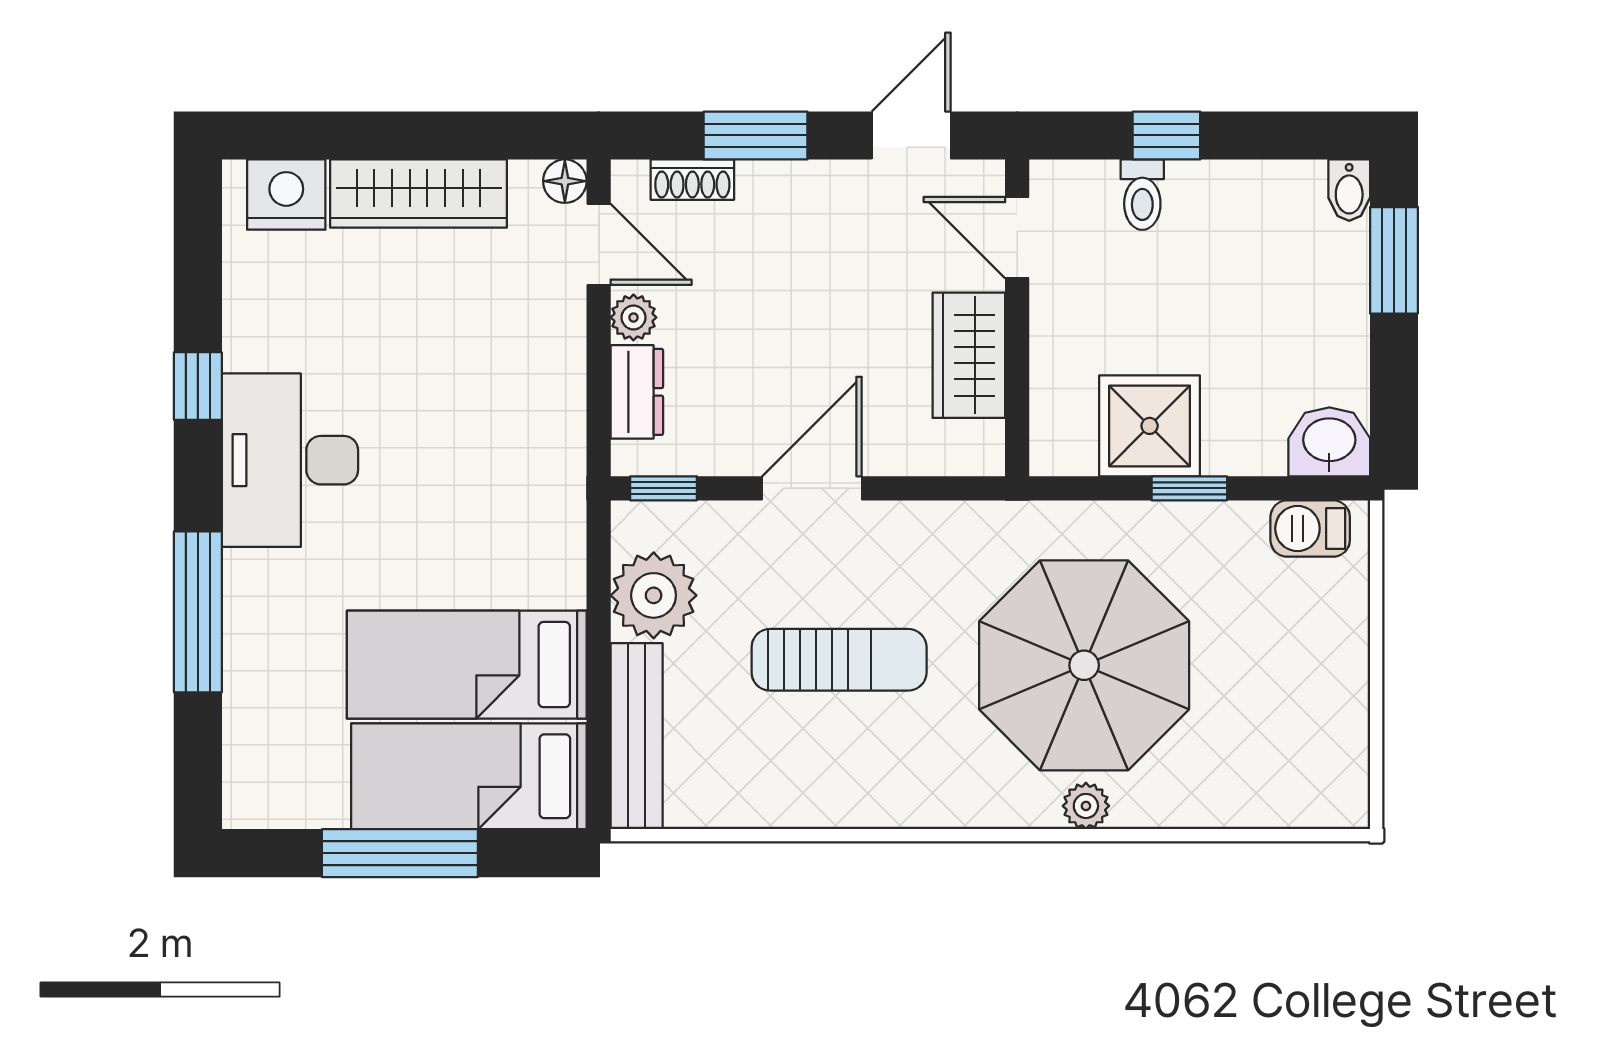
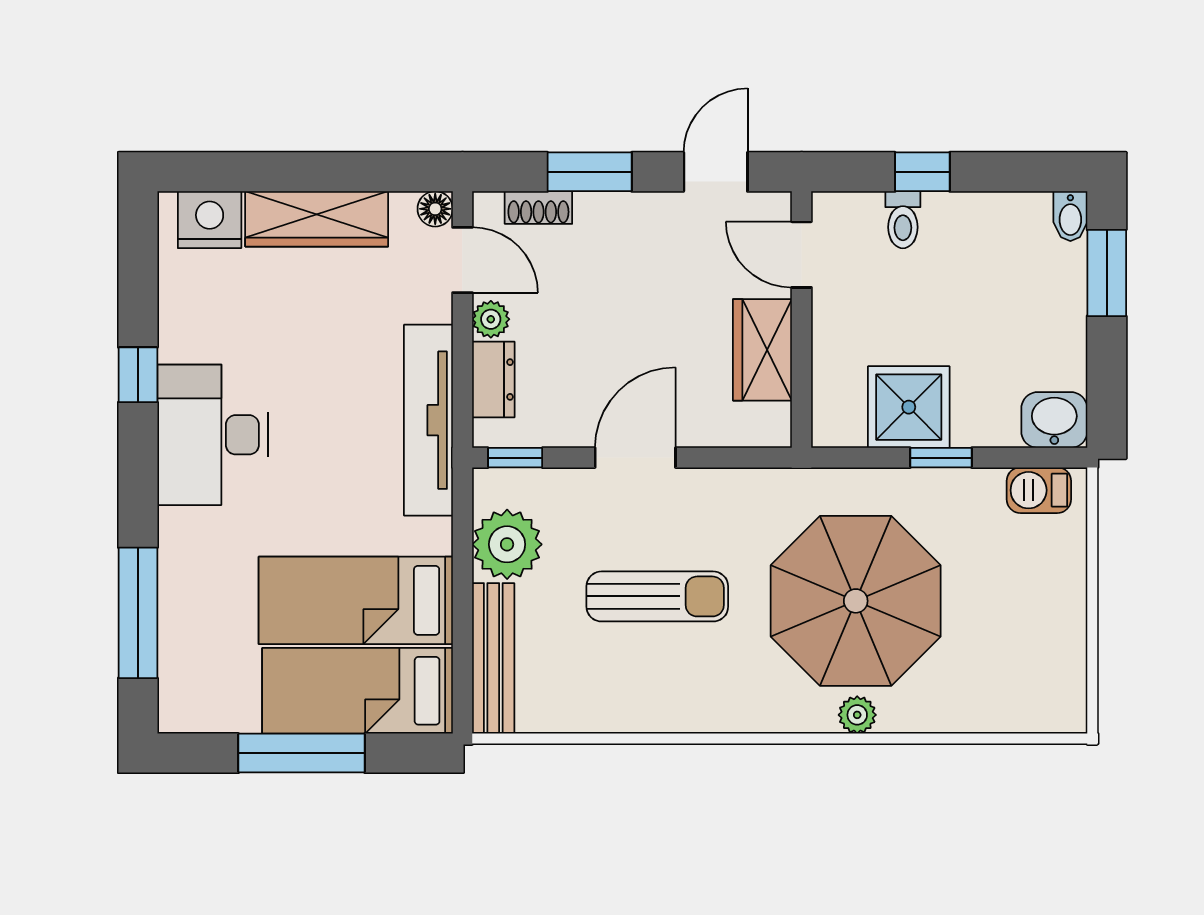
tv unit: (556, 442) -> (428, 420), added
window: (198, 612) -> (138, 613), moved

